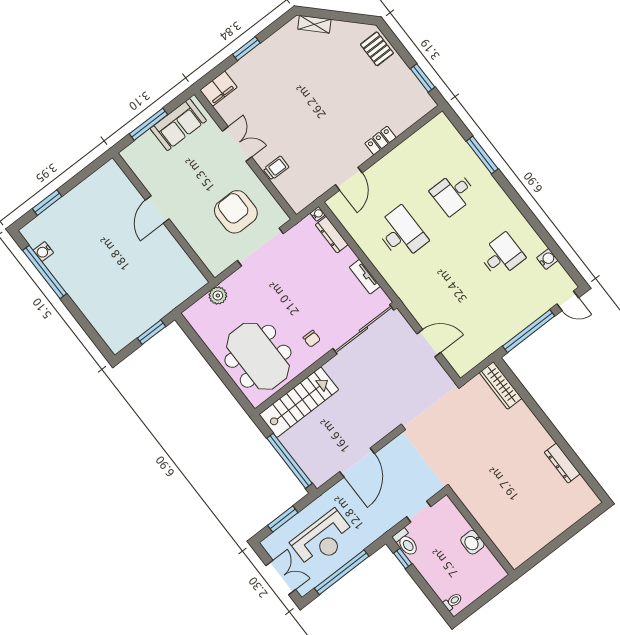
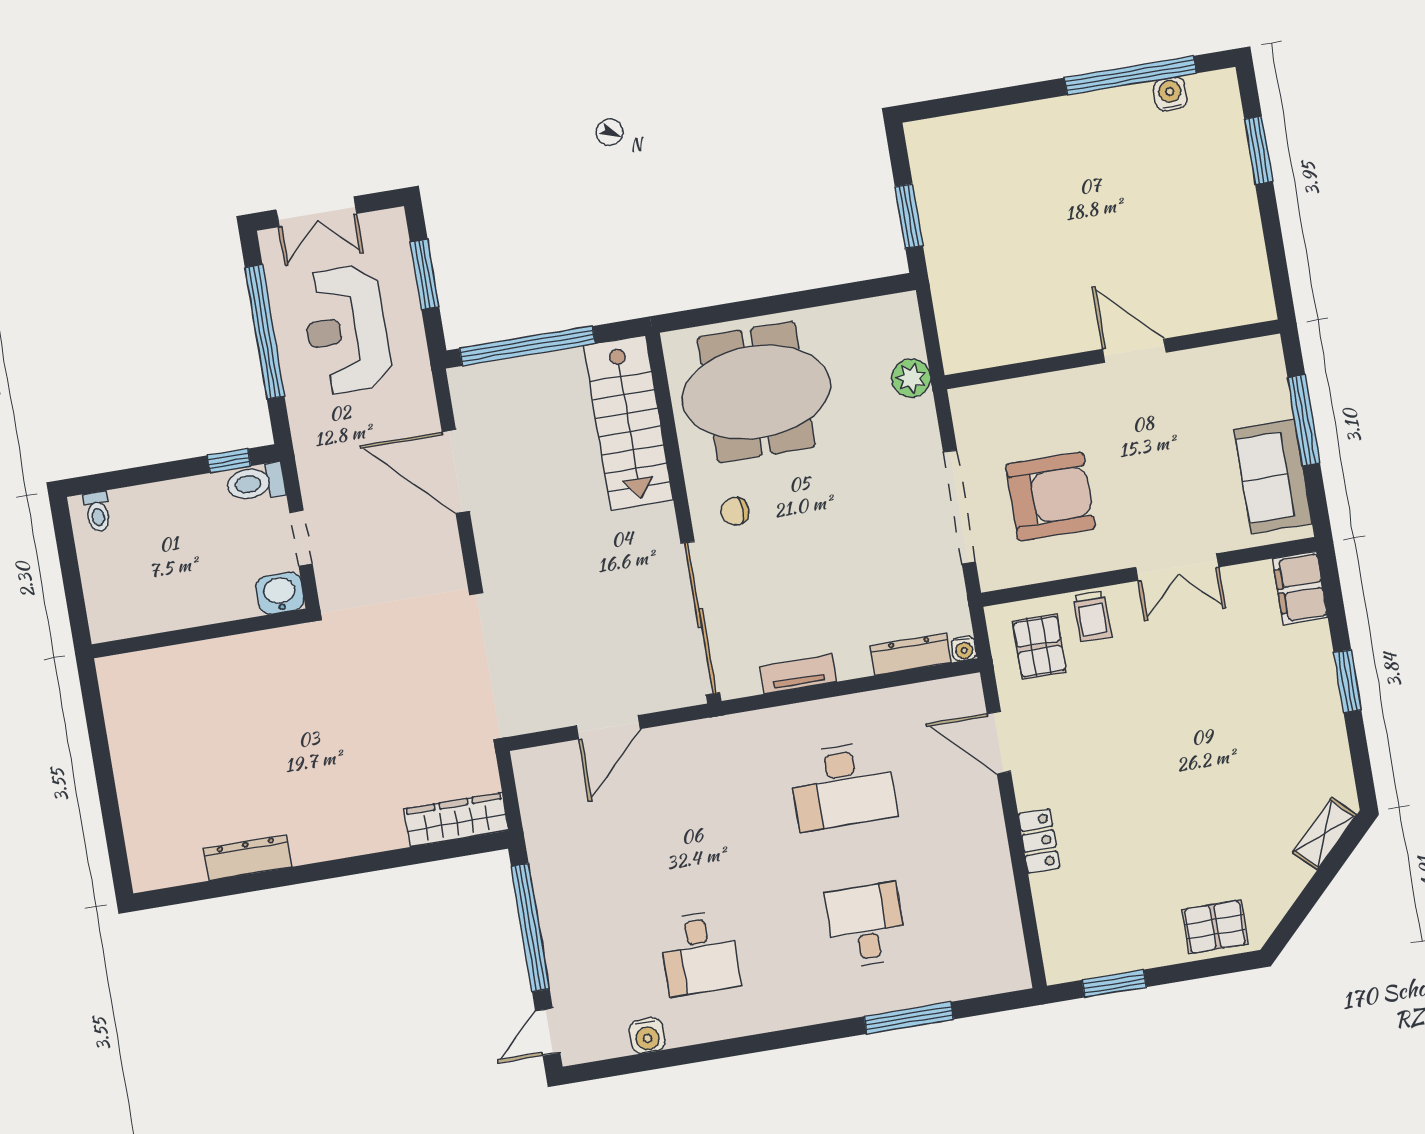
pallet: (300, 183) -> (1039, 646), added
washbasin: (472, 542) -> (280, 593), moved

